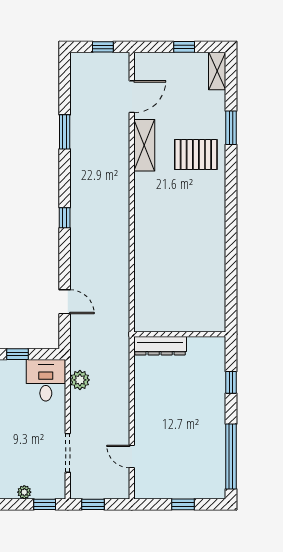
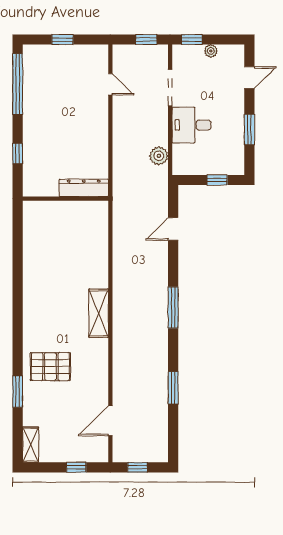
window: (184, 47) -> (76, 467), moved
shelving: (144, 145) -> (99, 313), moved
window: (65, 218) -> (173, 307), width x2.17
door: (65, 302) -> (173, 229), hinge flipped
desk: (46, 380) -> (191, 125), moved, turned 90

